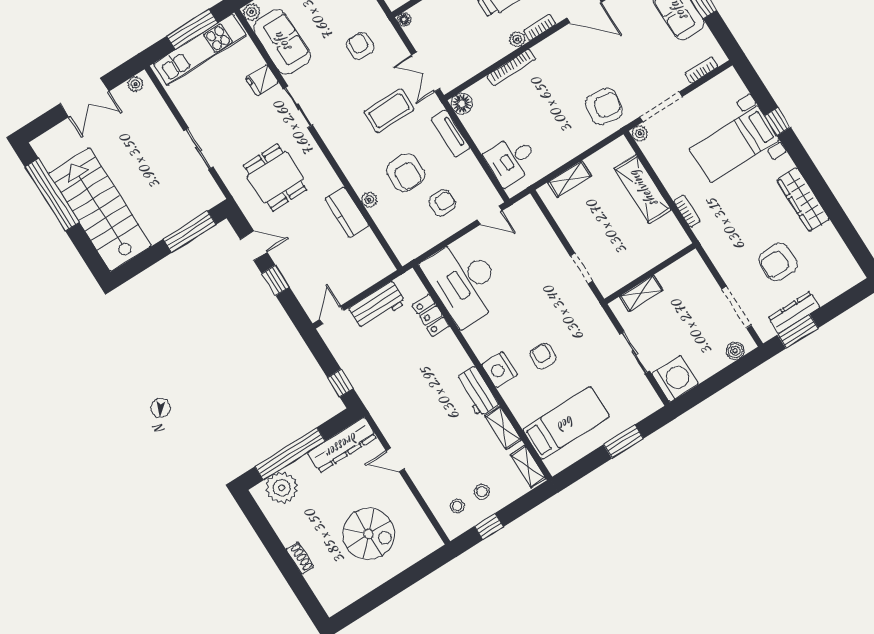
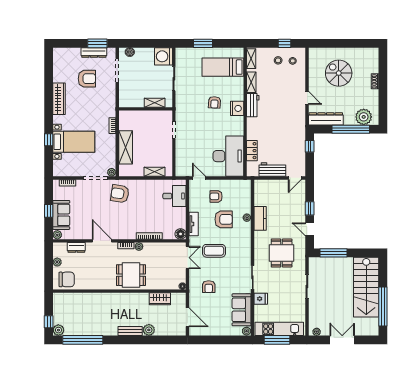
armchair: (406, 173) -> (224, 219), turned 90

